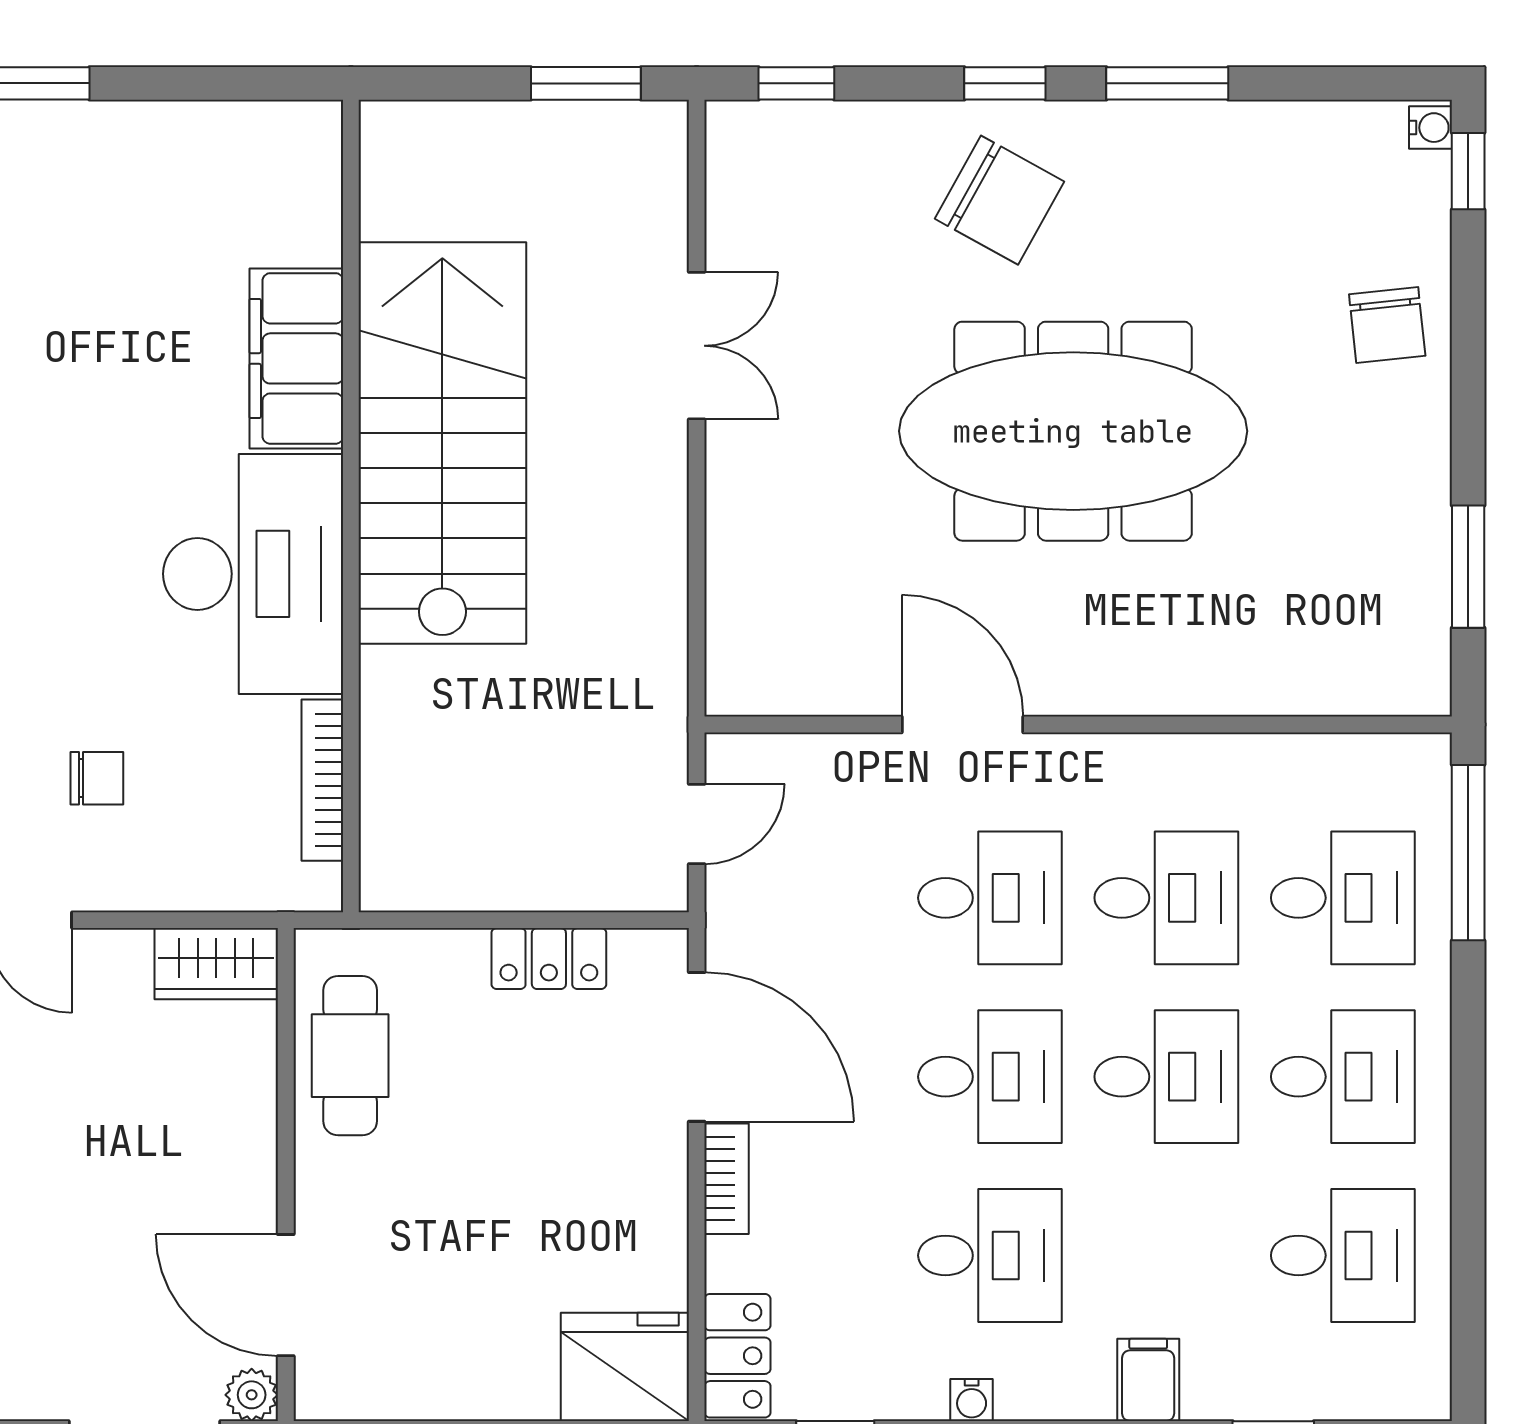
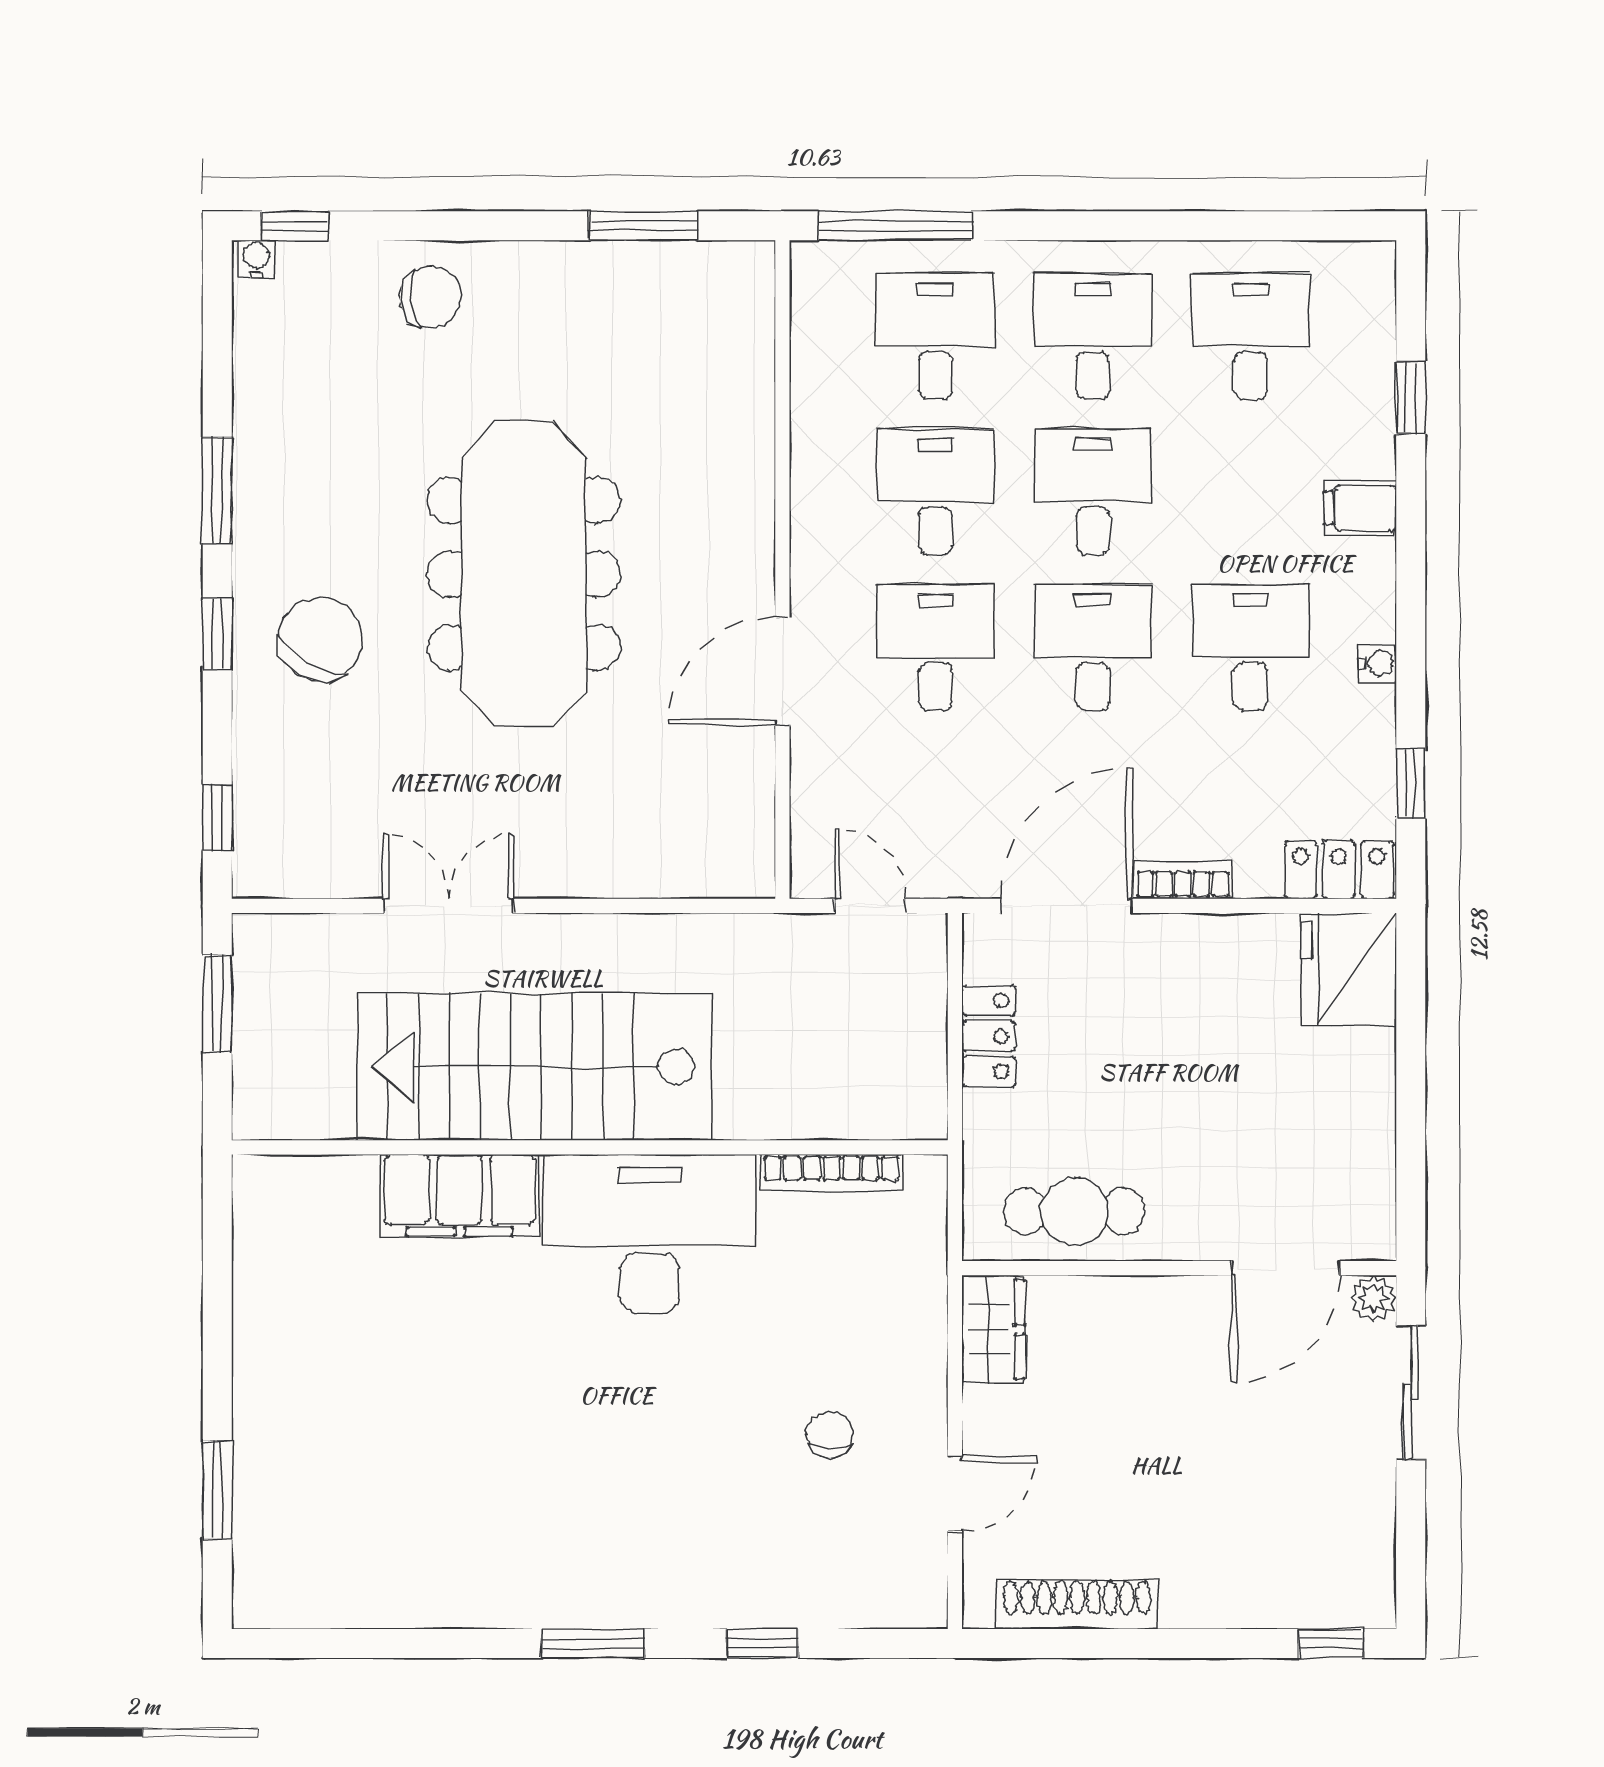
filing cabinet: (296, 358) -> (460, 1195), moved
stairs: (442, 443) -> (534, 1067), moved
wall: (351, 506) -> (590, 1147), moved
desk: (253, 574) -> (650, 1234), moved
bookcase: (322, 780) -> (831, 1172), moved

